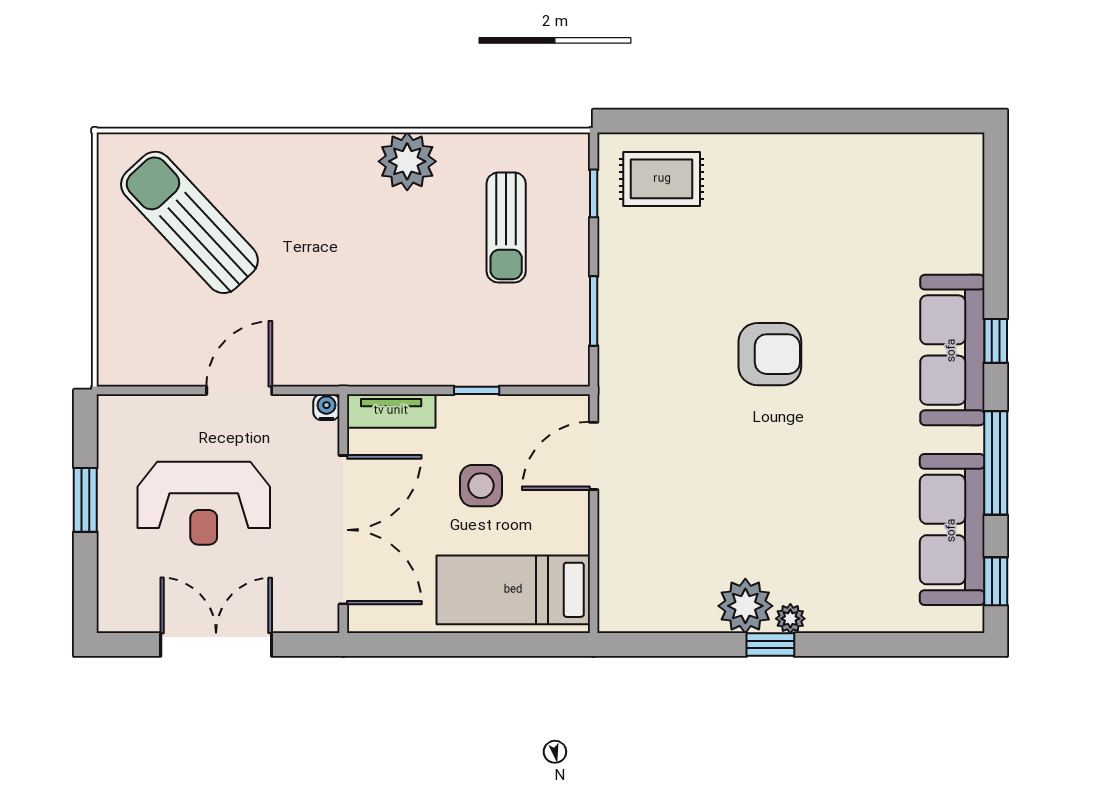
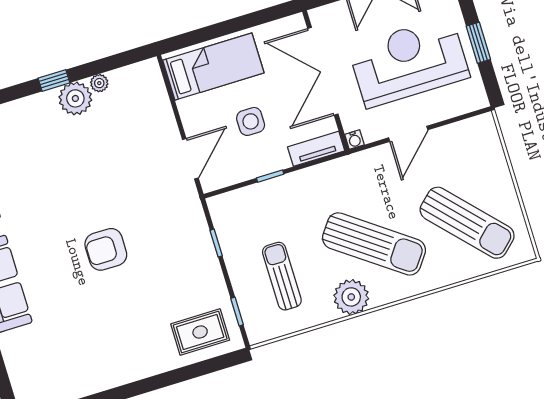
sun lounger: (346, 234) -> (374, 244), added
window: (594, 311) -> (216, 243), width x0.67
reception desk: (204, 503) -> (409, 62), width x1.36, depth x1.30
plant: (790, 619) -> (99, 83), moved

